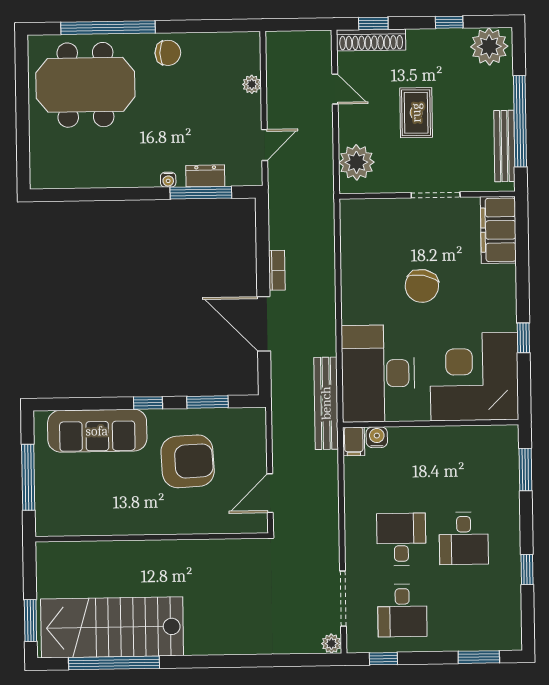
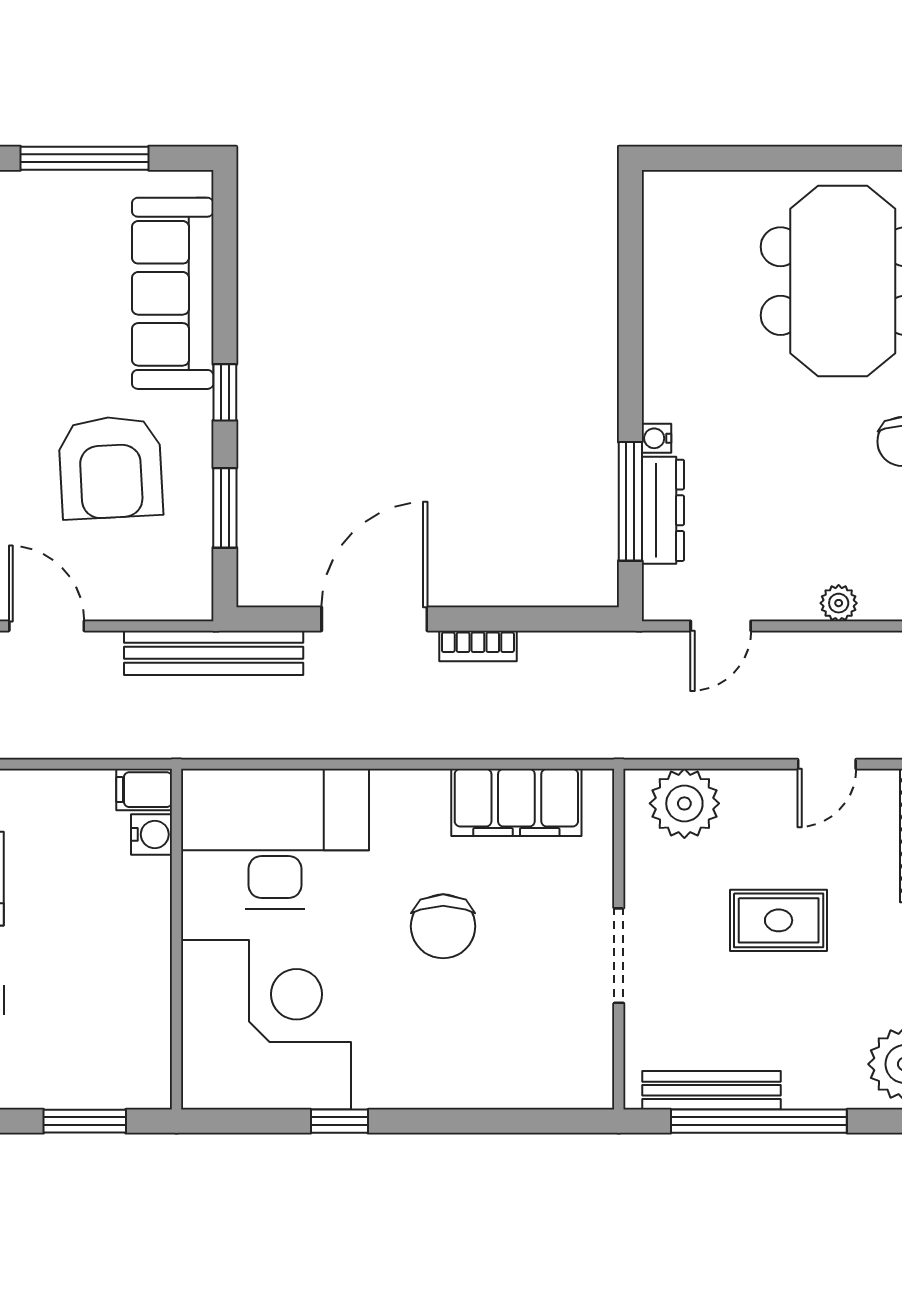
door: (264, 145) -> (721, 626), hinge flipped
dresser: (205, 176) -> (663, 510), width x1.44
filing cabinet: (498, 230) -> (516, 802), moved, turned 180
chair: (422, 286) -> (443, 926), turned -101
bench: (326, 403) -> (214, 653), moved

